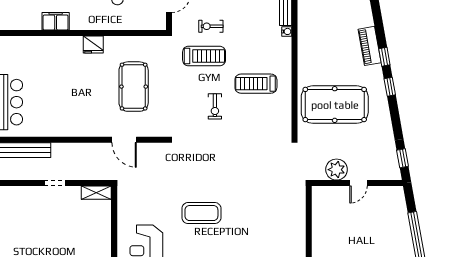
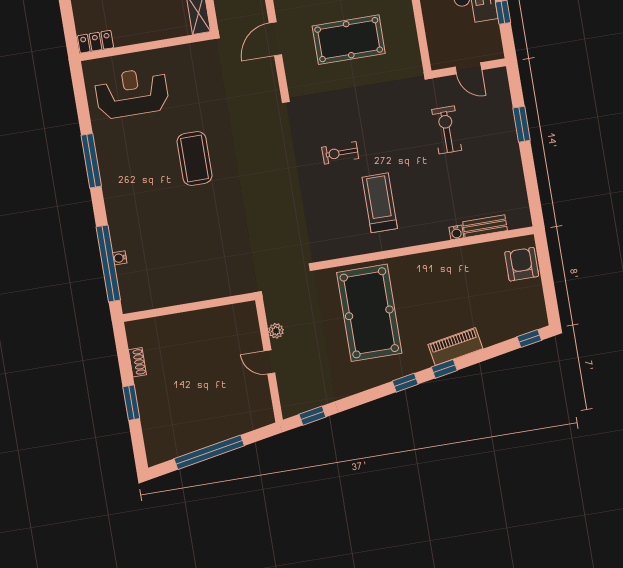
exercise bike: (211, 26) -> (447, 130), width x1.38, depth x1.39
treadmill: (204, 56) -> (405, 127), removed
plant: (337, 170) -> (276, 331), width x0.53, depth x0.53

